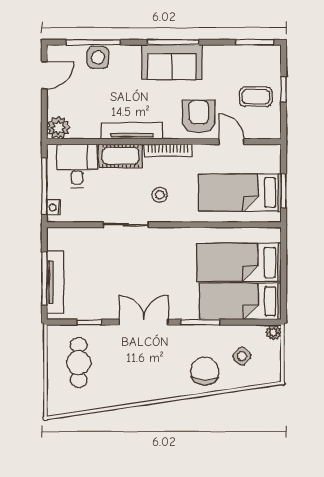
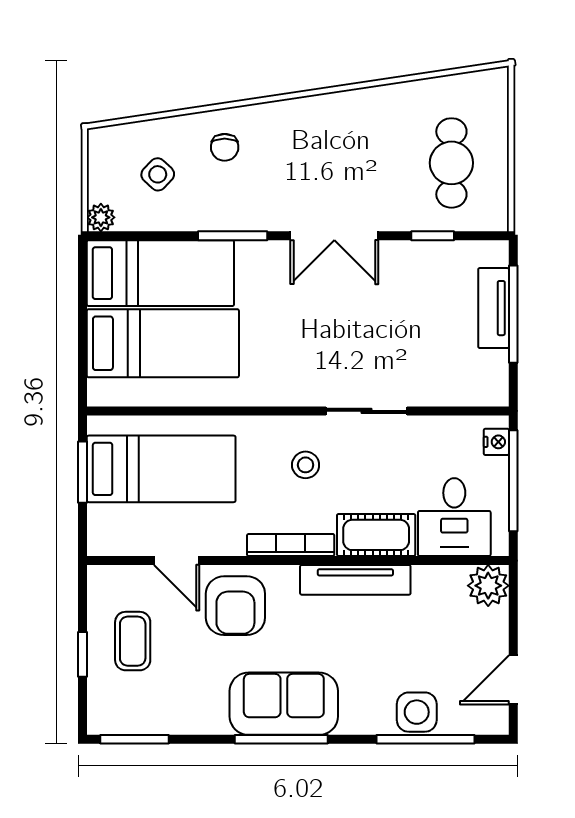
coffee table: (256, 97) -> (133, 641), turned 90
tv unit: (55, 282) -> (494, 308), width x0.71
chair: (205, 371) -> (225, 147), width x0.54, depth x0.54

